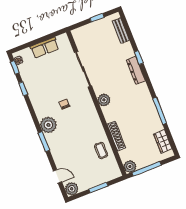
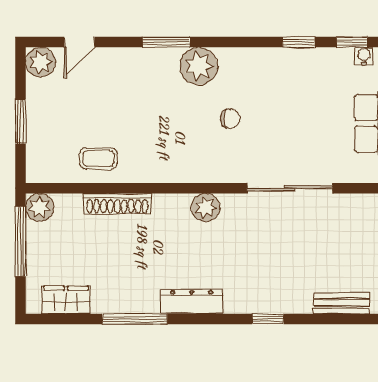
dresser: (136, 70) -> (192, 302), moved

